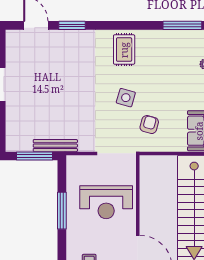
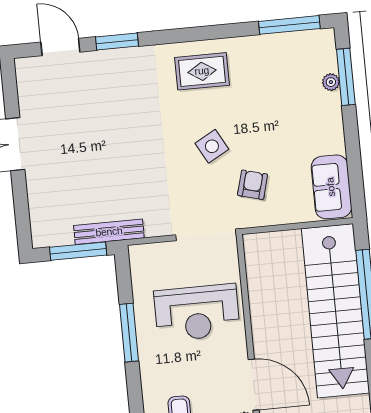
rug: (124, 50) -> (202, 71), turned 90
side table: (126, 98) -> (212, 146), turned 45

